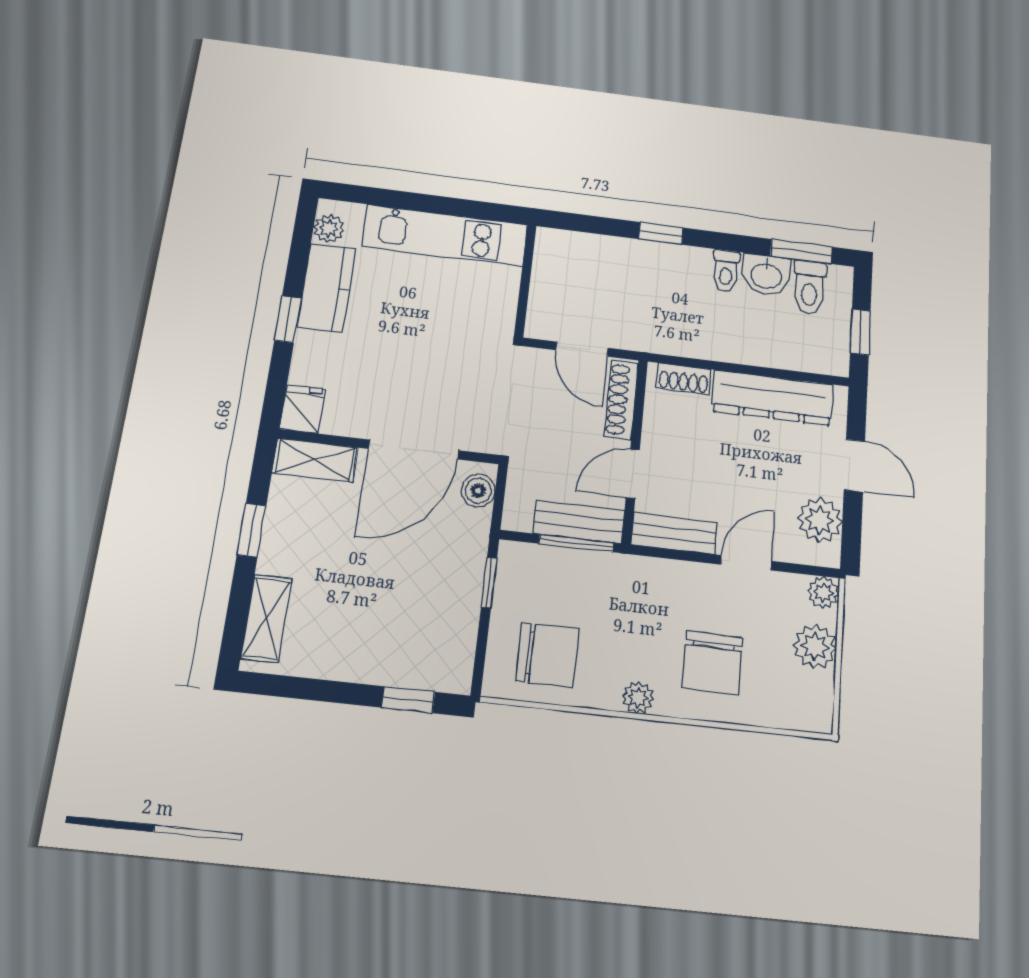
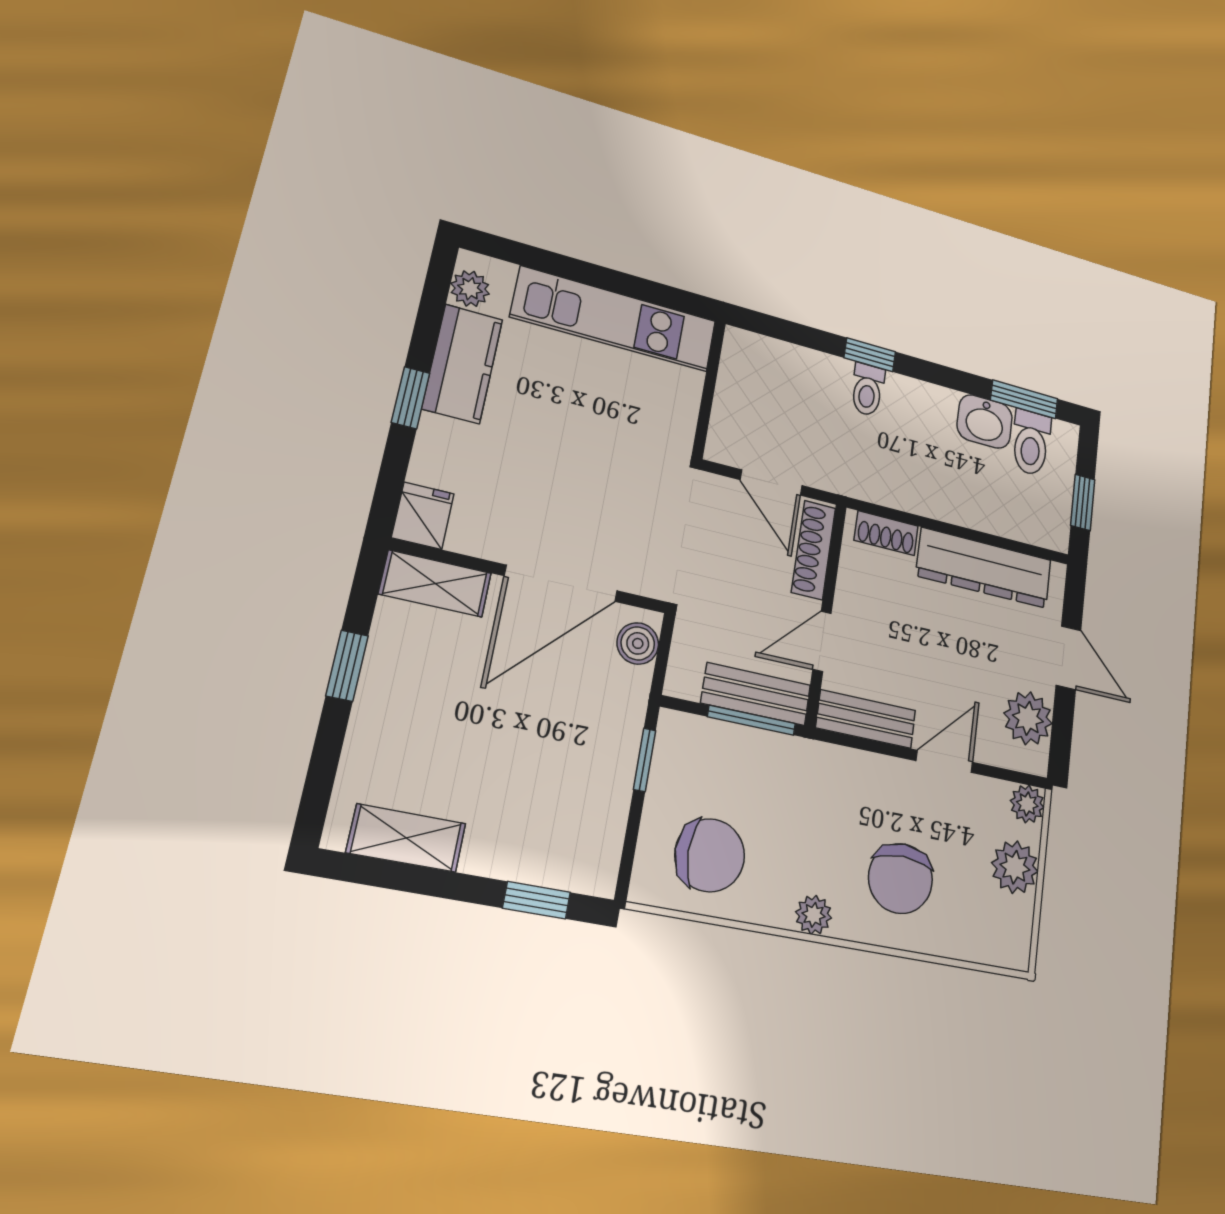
toilet: (726, 271) -> (867, 390), moved
shelving: (266, 618) -> (406, 838), moved, turned 90

